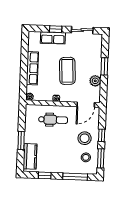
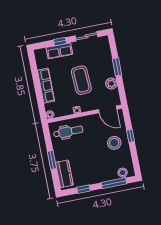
door: (86, 105) -> (108, 109), hinge flipped
dental chair: (53, 120) -> (68, 132), moved
stool: (86, 157) -> (123, 173), moved
window: (101, 158) -> (135, 159), removed

